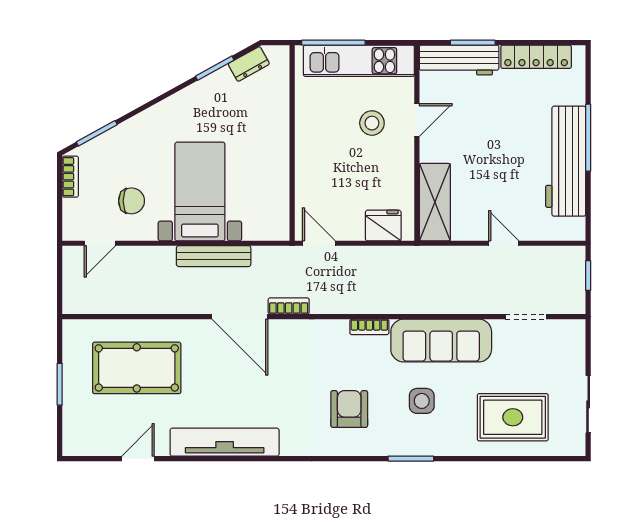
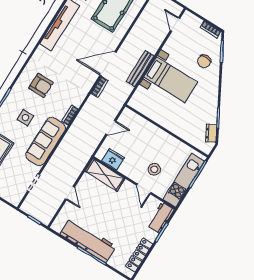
workbench: (459, 60) -> (161, 218), width x0.73
chair: (131, 201) -> (204, 61), moved
fridge: (383, 226) -> (113, 159), moved, turned -90
door: (319, 243) -> (111, 128), moved
door: (504, 243) -> (70, 193), hinge flipped

